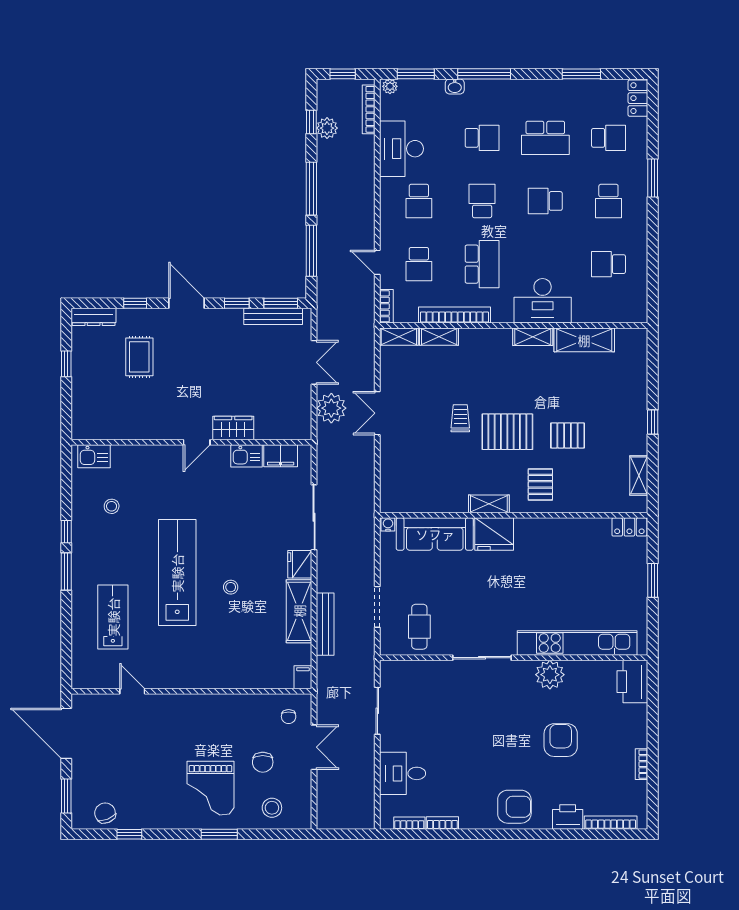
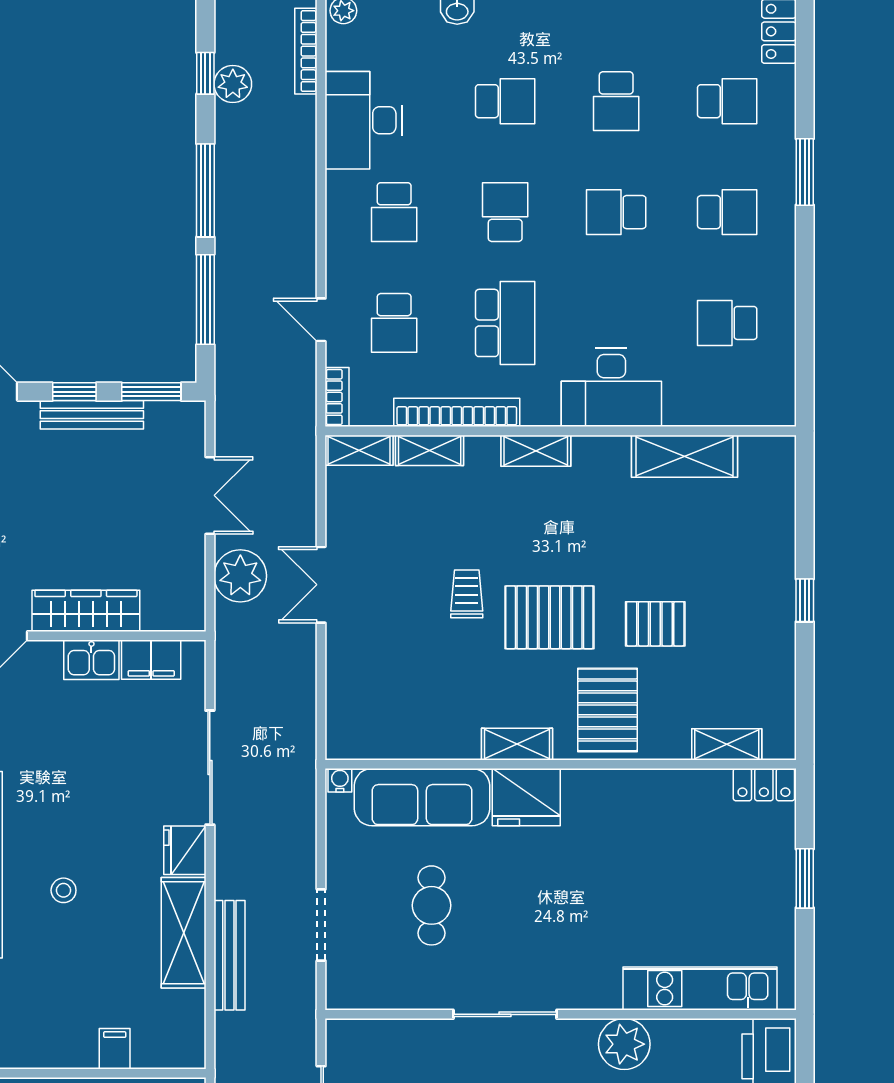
school desk: (545, 138) -> (616, 101), width x0.54
school desk: (608, 201) -> (727, 212), turned -90
bench: (273, 316) -> (92, 415), moved
shelving: (533, 337) -> (536, 451), moved
wardrobe: (233, 428) -> (86, 611), width x1.50
shelving: (639, 475) -> (727, 744), moved, turned 90
pallet: (540, 484) -> (608, 710), width x1.50, depth x1.42
cafe table: (419, 627) -> (431, 905), moved
kitchen unit: (577, 643) -> (700, 988), width x0.73
filing cabinet: (303, 677) -> (115, 1049), moved

